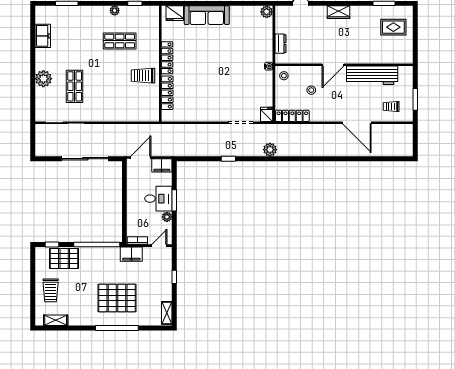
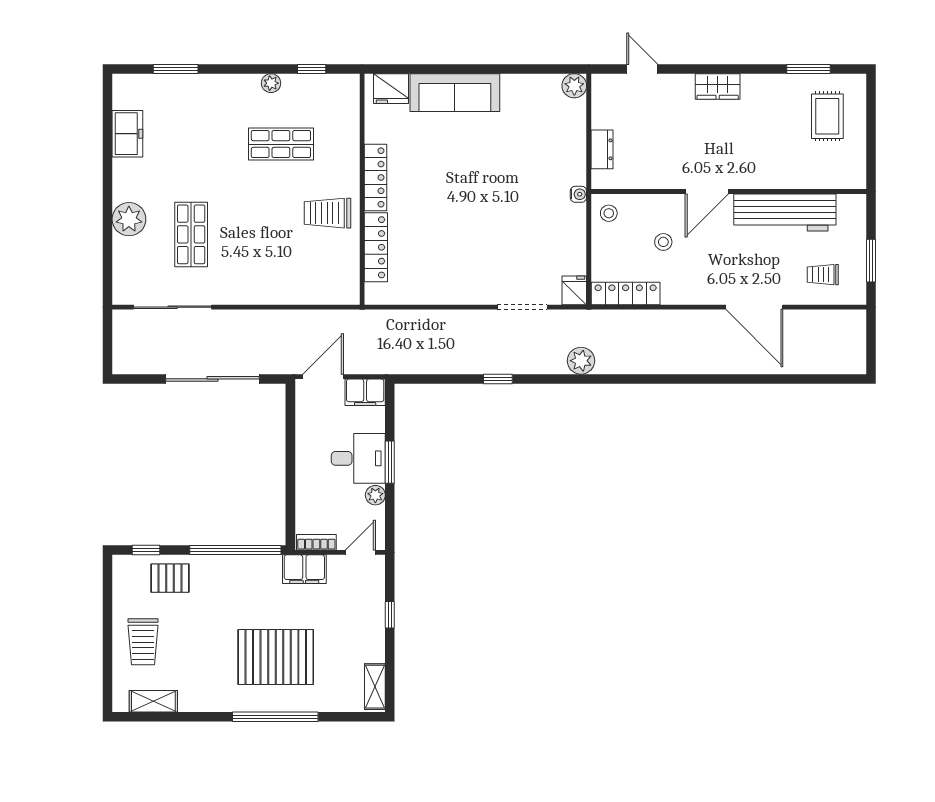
rug: (393, 27) -> (827, 116), turned 90
pallet: (64, 259) -> (170, 578), width x0.67, depth x0.71

